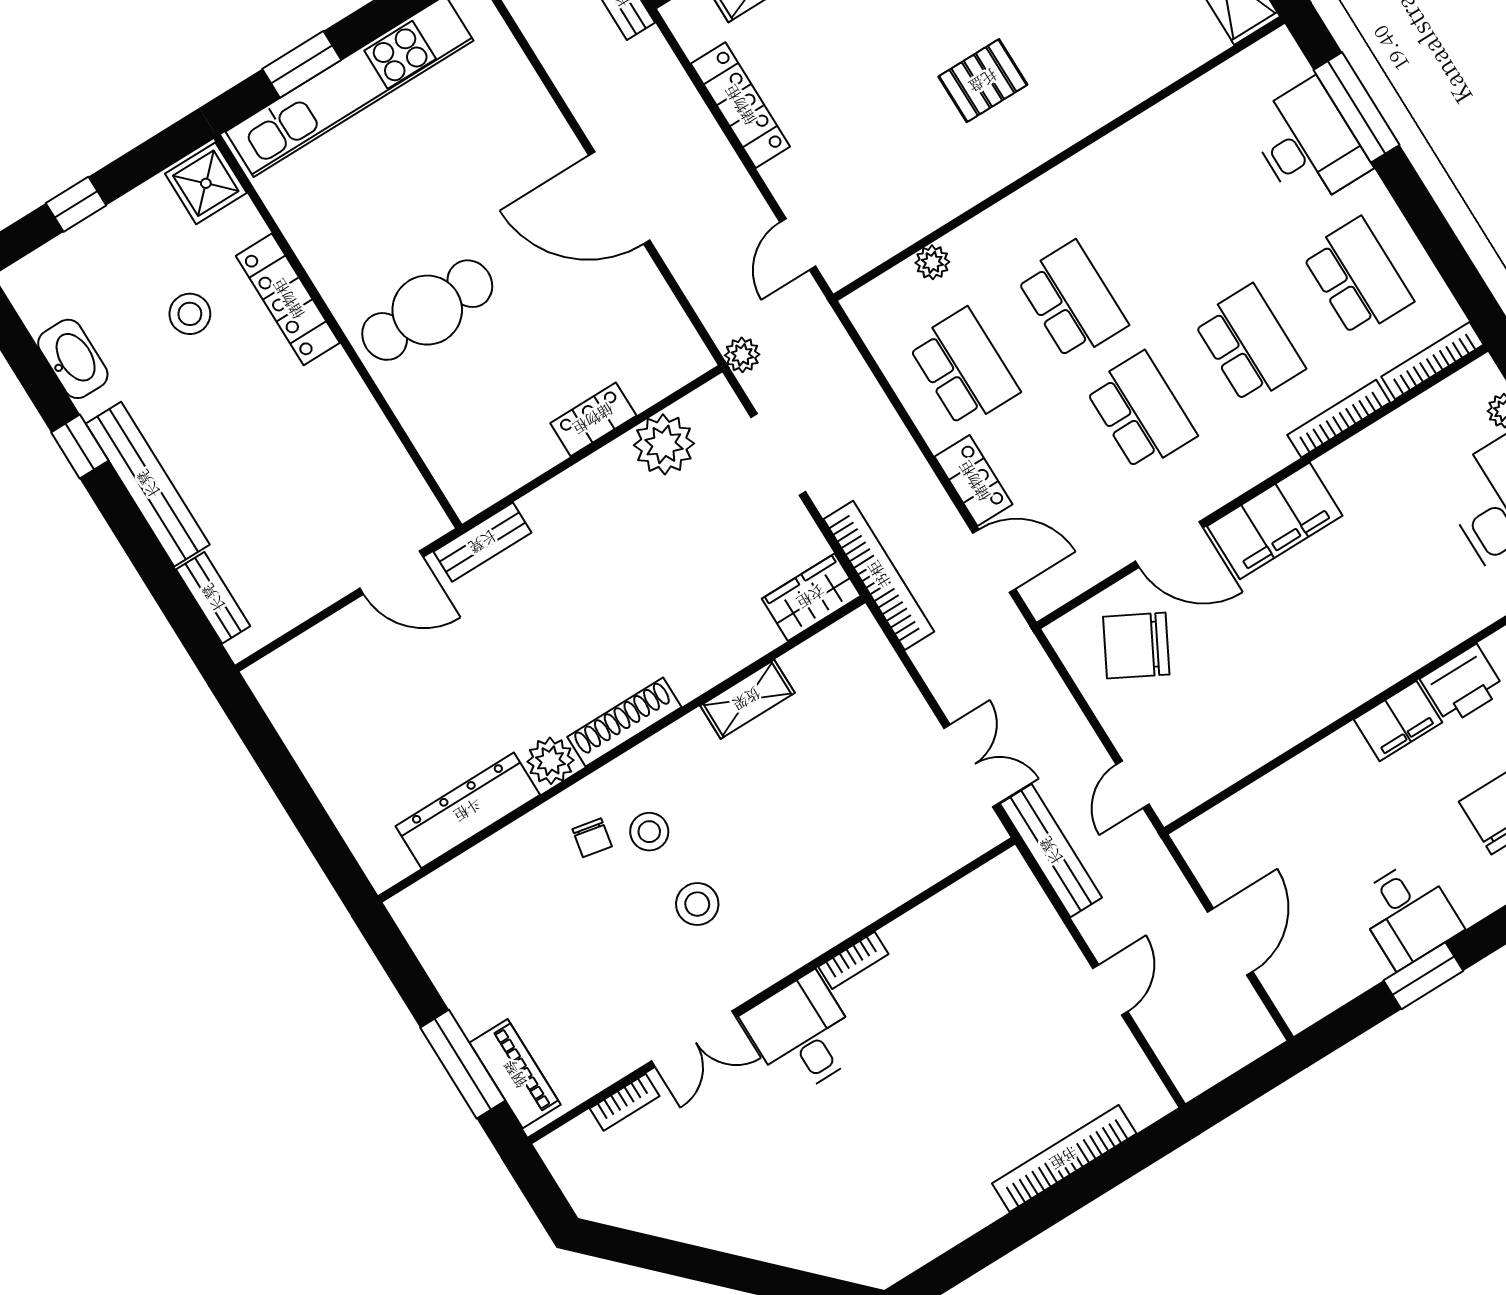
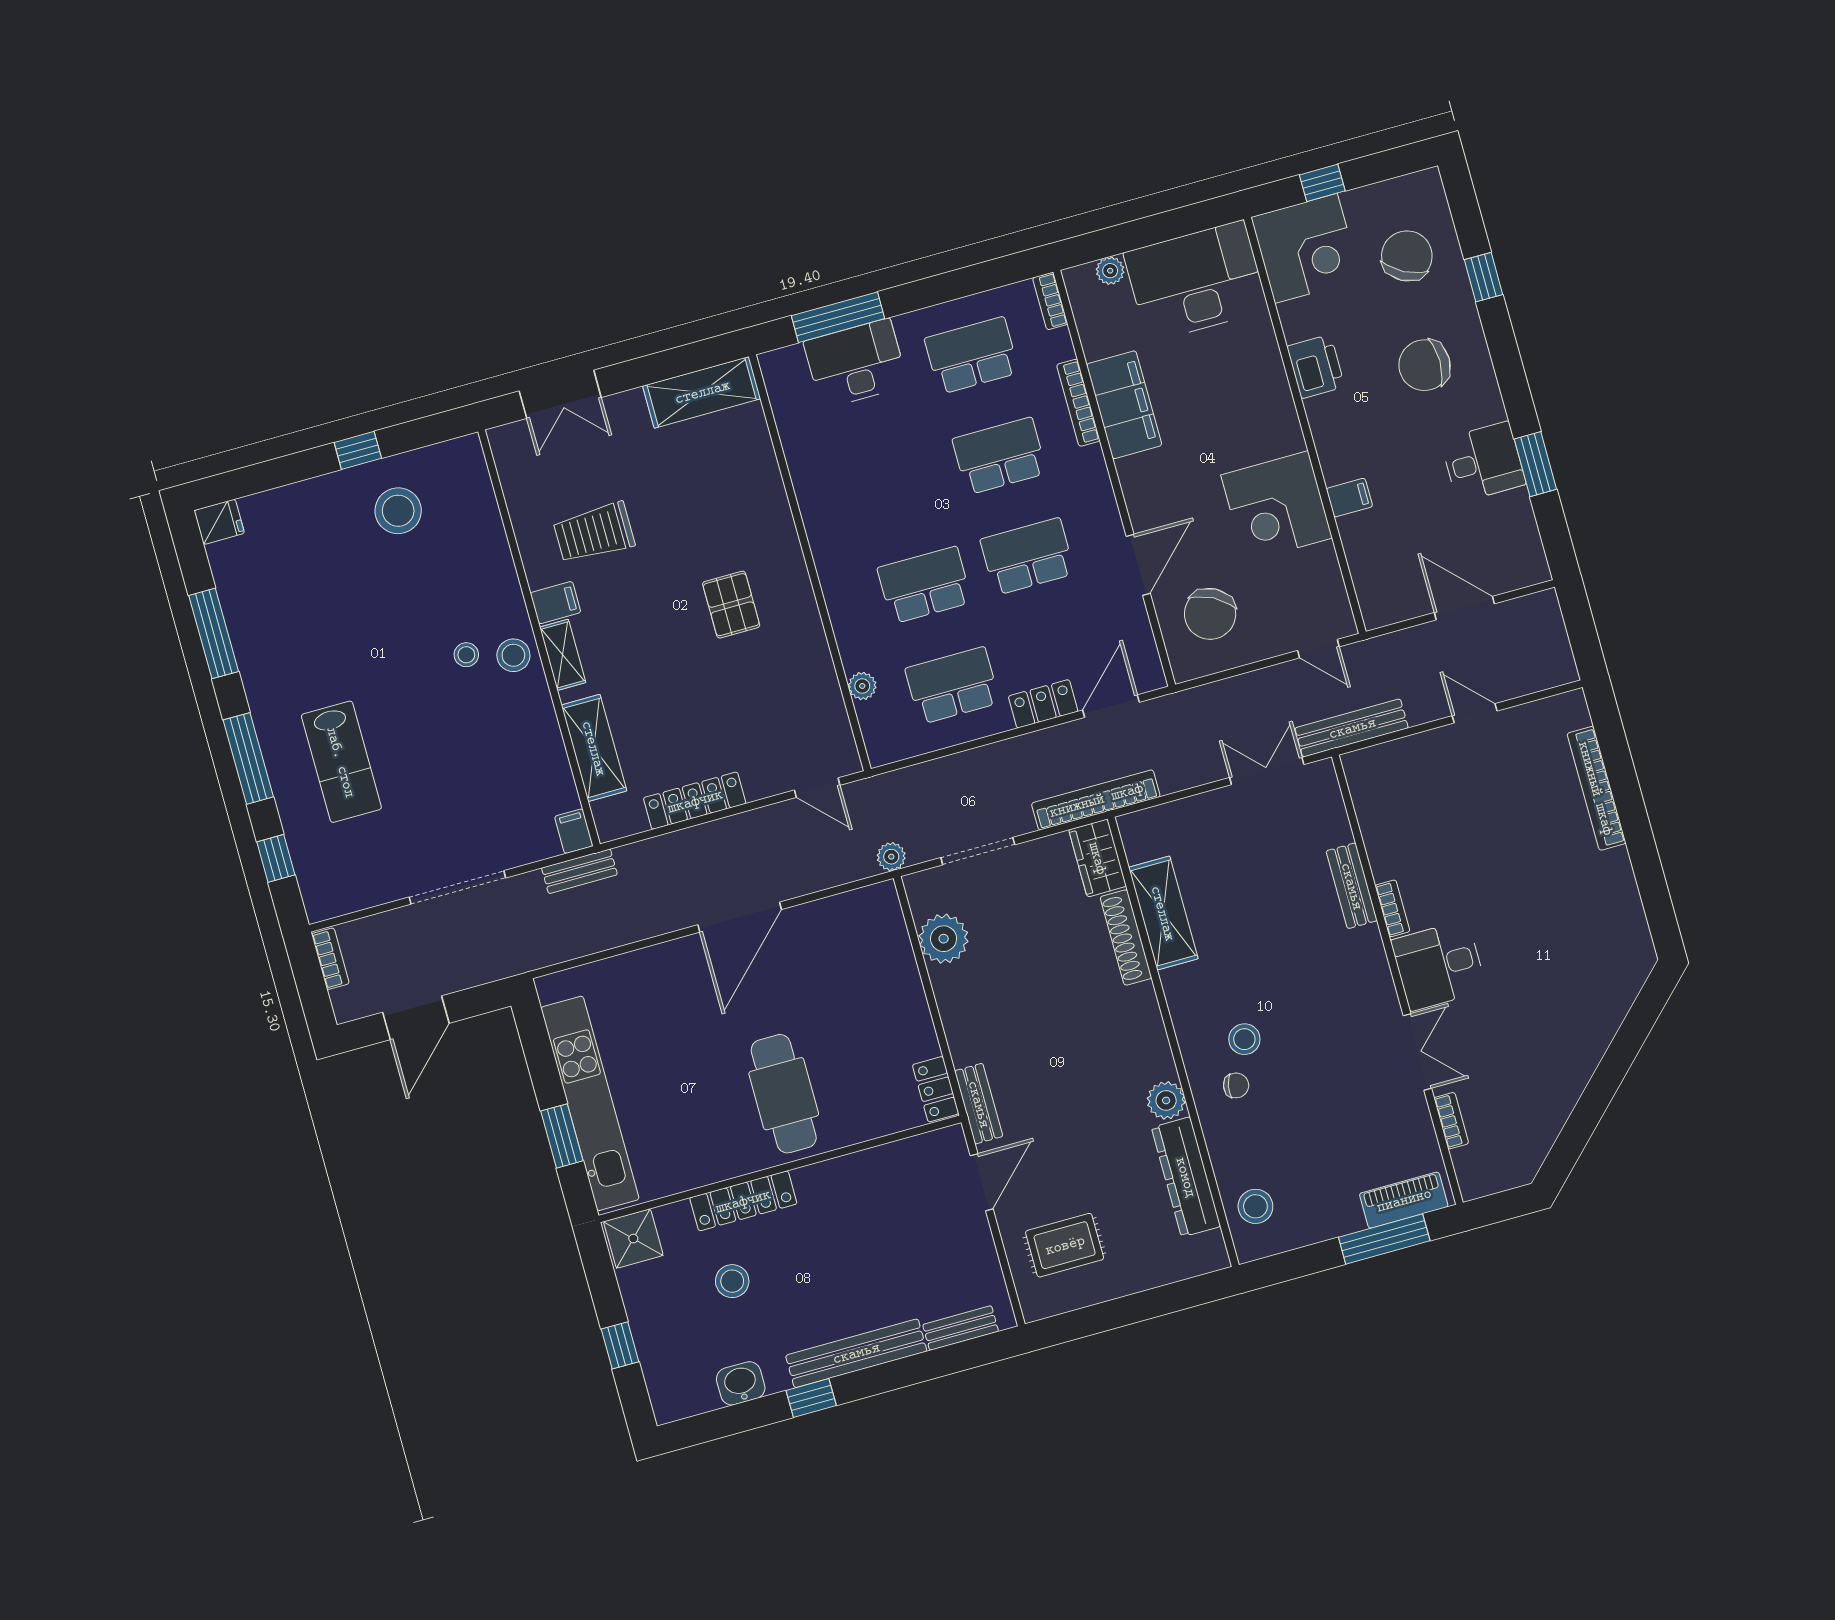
washbasin: (73, 359) -> (741, 1383), width x0.72
bookcase: (1432, 361) -> (1050, 301), width x0.64
locker: (593, 419) -> (936, 1089), moved
filing cabinet: (1275, 521) -> (1124, 405), moved
corner desk: (1285, 687) -> (1277, 506), added
rug: (346, 691) -> (1065, 1245), added
shelving: (747, 699) -> (1163, 913), width x1.50, depth x1.33
filing cabinet: (1398, 721) -> (1349, 498), moved, width x0.50
shoe rack: (624, 722) -> (1126, 937), moved
stool: (697, 904) -> (1255, 1206), moved
bench: (866, 905) -> (1352, 886), added

